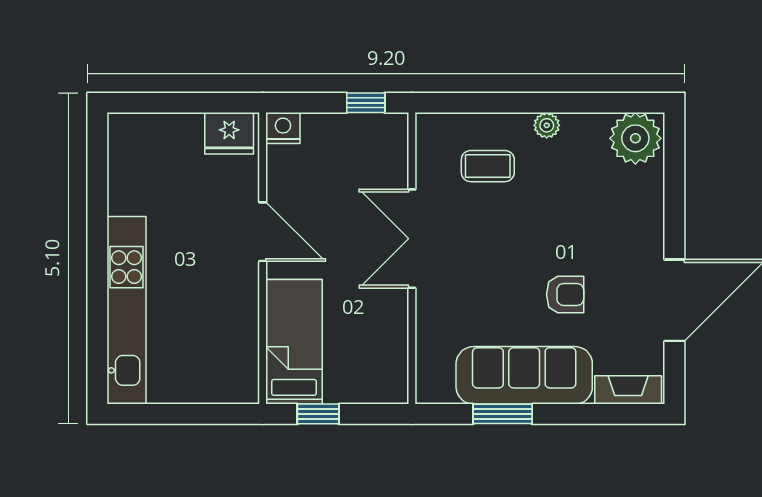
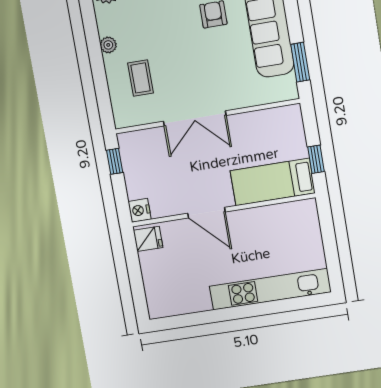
fridge: (229, 133) -> (148, 239), width x0.72
door: (263, 232) -> (206, 213), swing flipped
window: (503, 414) -> (300, 62), moved

